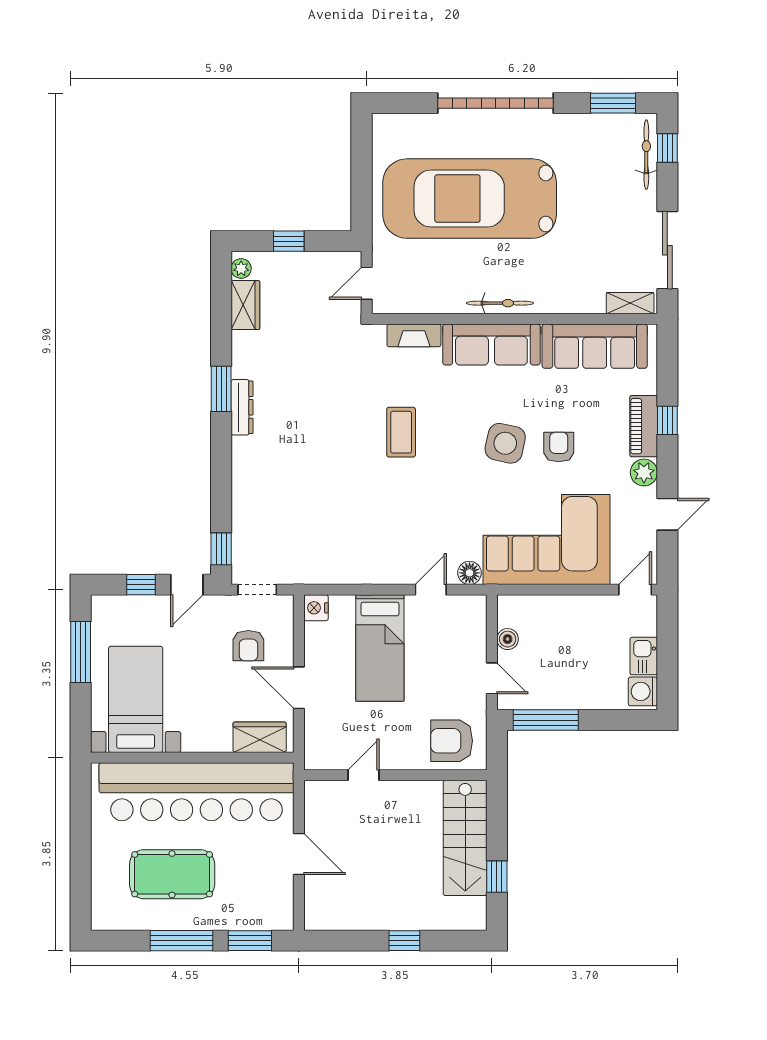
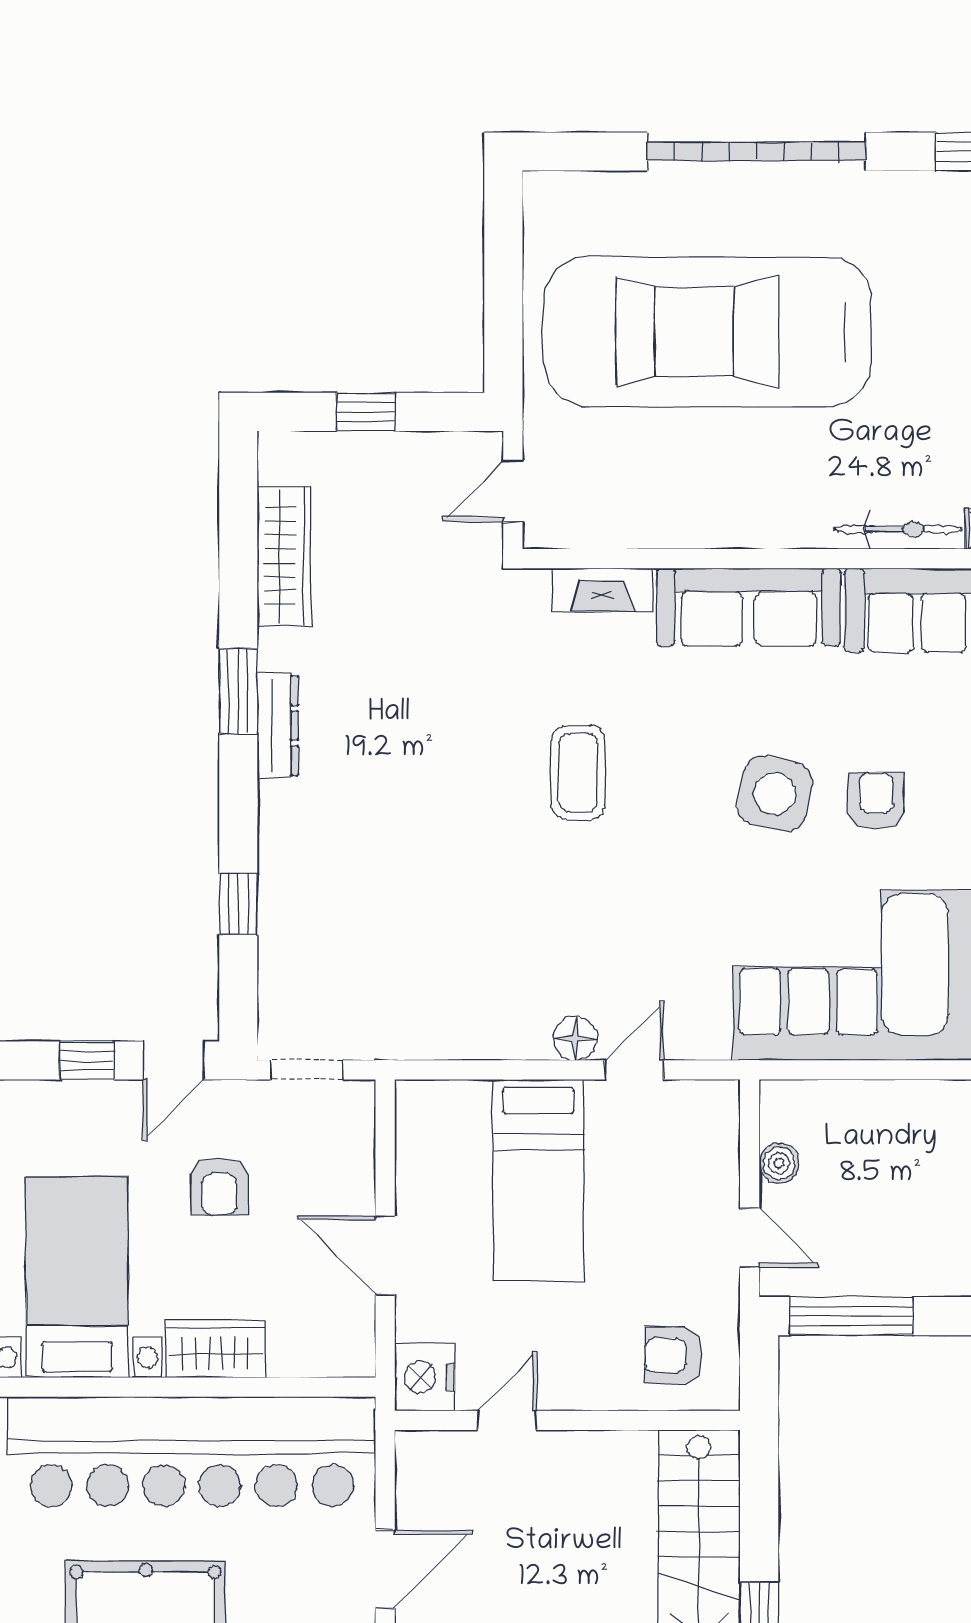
plant: (241, 269) -> (276, 464), removed
bicycle: (500, 303) -> (898, 529), moved
wardrobe: (245, 305) -> (284, 556), width x1.50
window: (221, 549) -> (238, 904), moved
floor lamp: (470, 573) -> (575, 1038), moved
nightstand: (316, 608) -> (425, 1377), moved, width x1.36, depth x1.33
armchair: (248, 646) -> (220, 1186), moved
wardrobe: (260, 737) -> (216, 1349), moved
armchair: (452, 741) -> (673, 1355), width x0.72, depth x0.72
door: (299, 854) -> (385, 1569), hinge flipped

